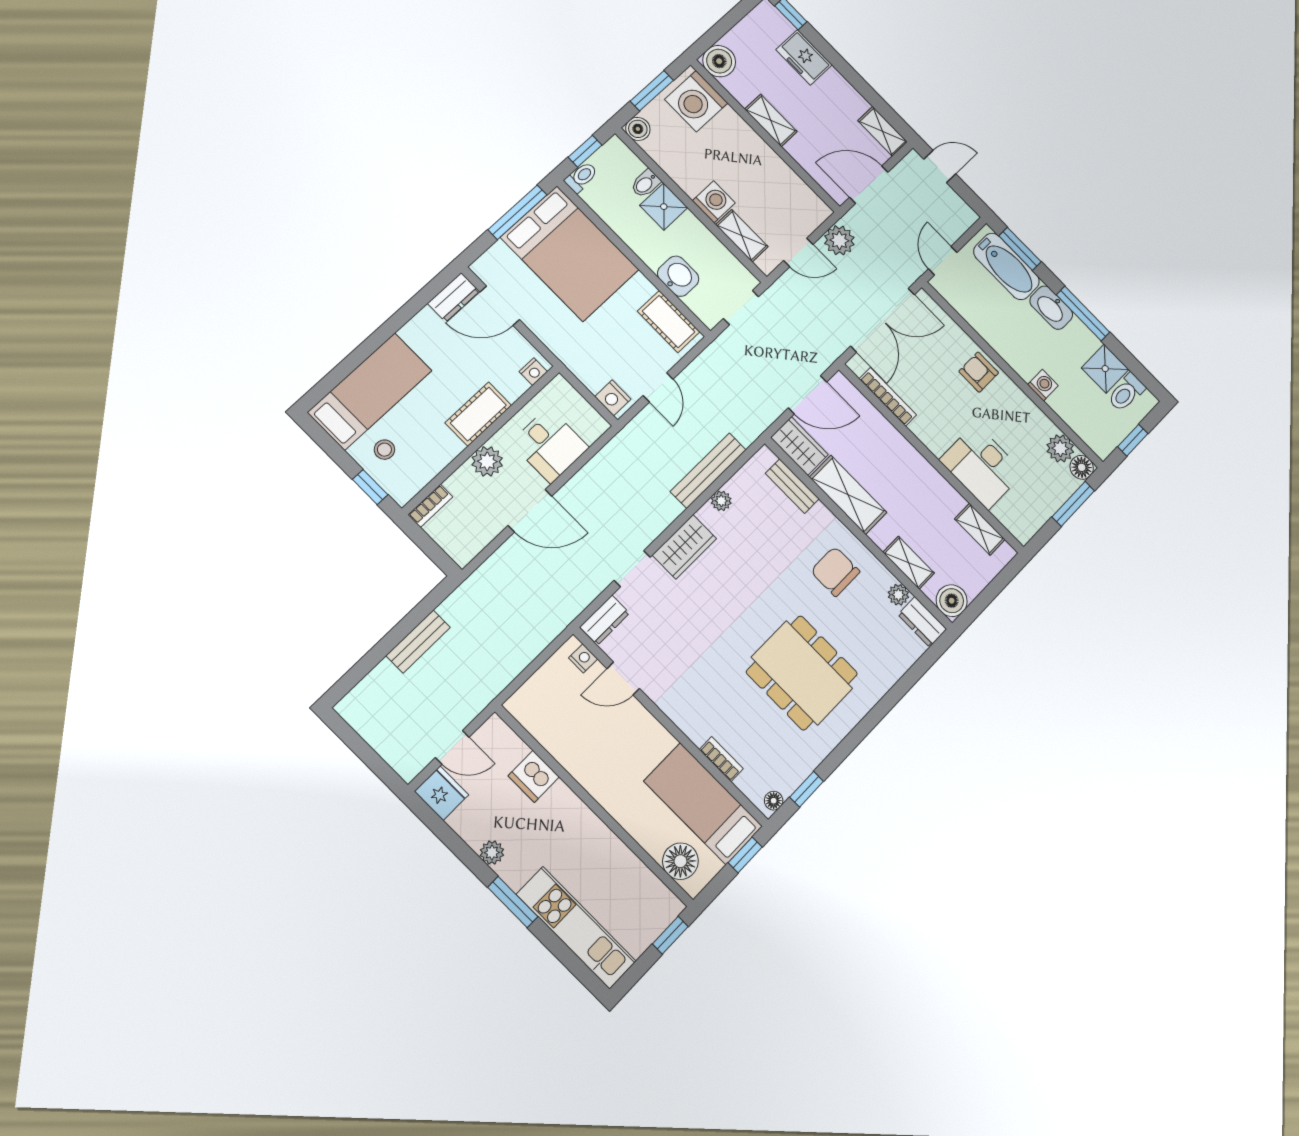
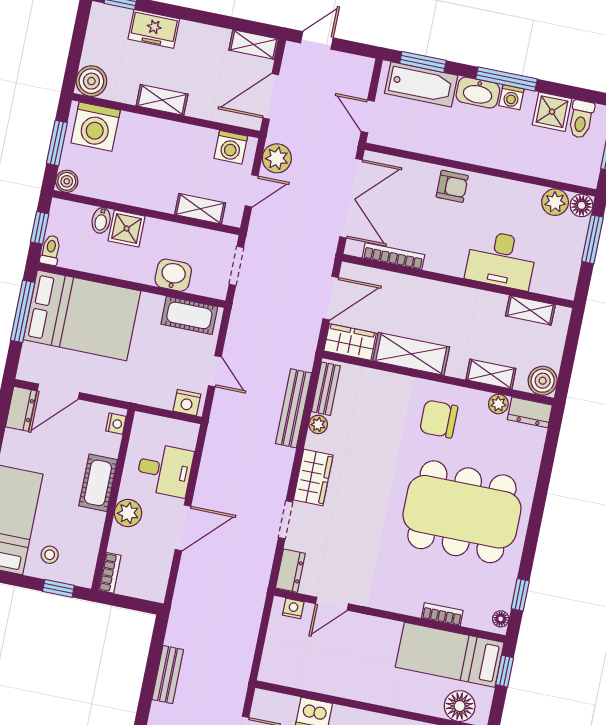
washing machine: (714, 202) -> (231, 147), moved, turned 180
armchair: (979, 372) -> (452, 186), turned 180
washing machine: (1043, 385) -> (511, 97), moved, turned 180
bench: (792, 486) -> (326, 389), moved, turned 90
dining table: (802, 673) -> (462, 512), width x1.36, depth x1.24

